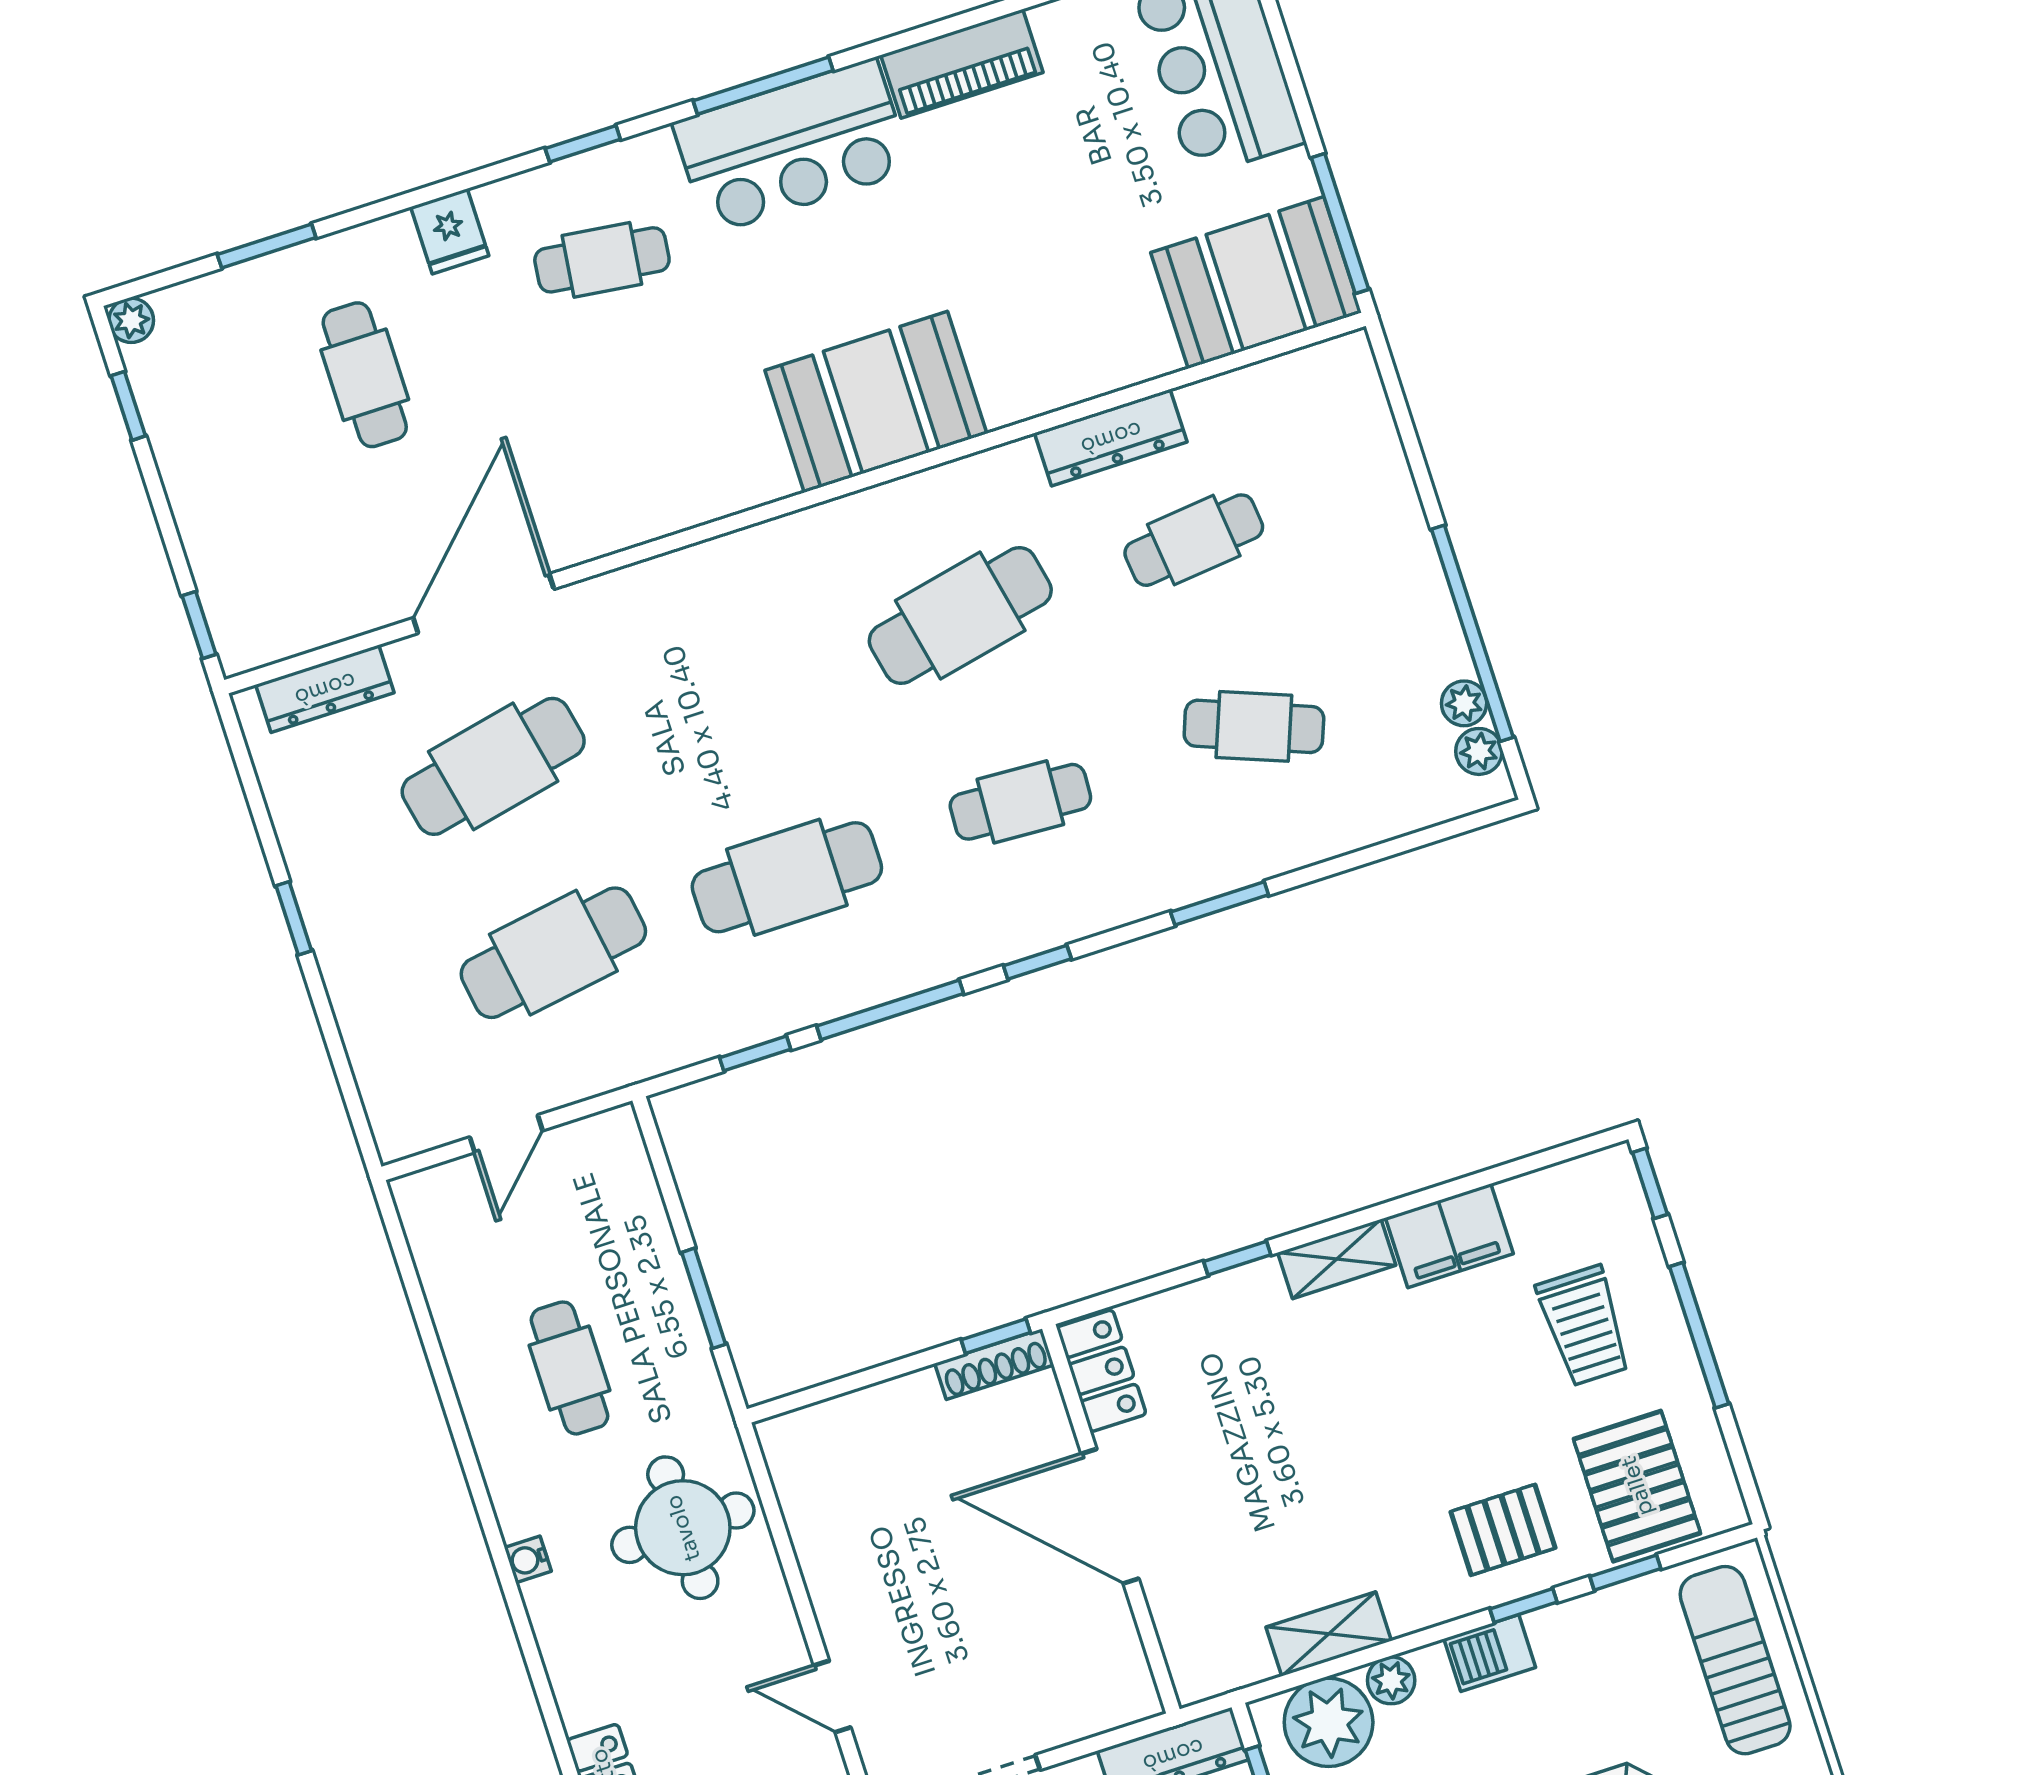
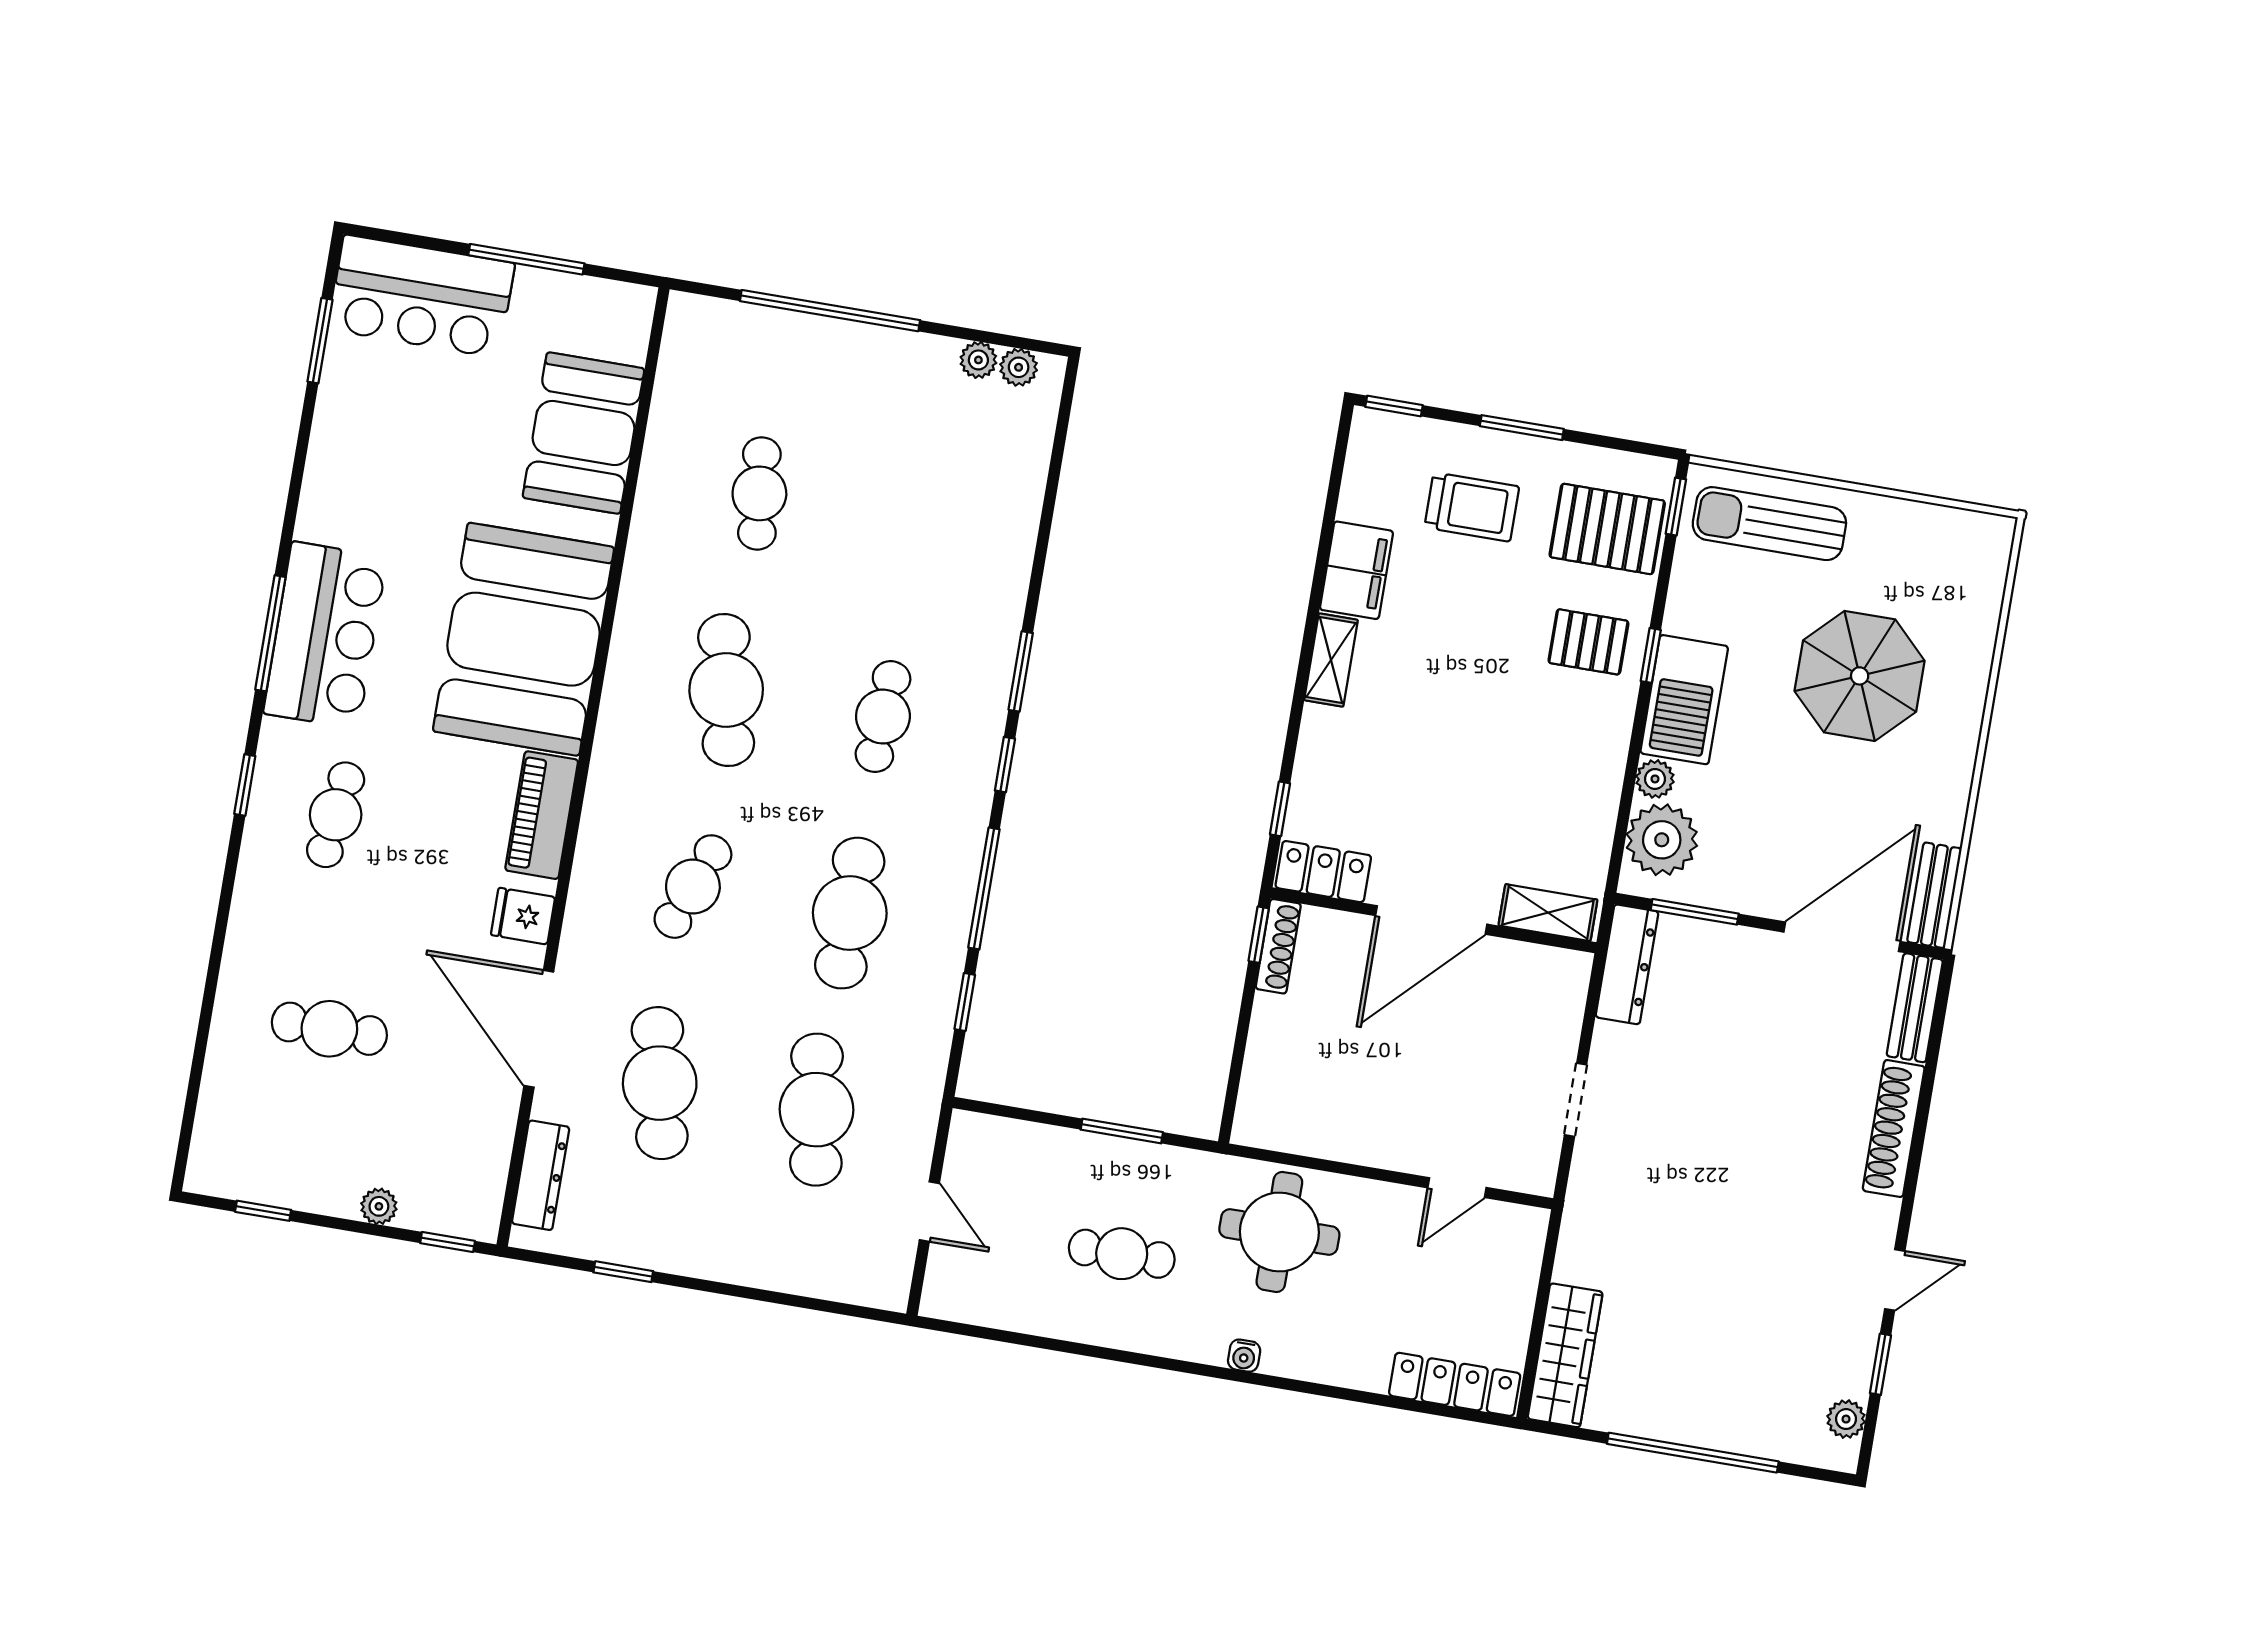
piano: (962, 64) -> (542, 815), moved, turned 180
window: (1340, 224) -> (526, 259), moved
fridge: (450, 231) -> (523, 916), moved, turned 180
window: (267, 246) -> (200, 1051), removed
booth: (1256, 283) -> (583, 433), moved
plant: (131, 320) -> (379, 1206), moved
booth: (876, 402) -> (523, 639), width x1.36, depth x1.42
dresser: (1111, 438) -> (654, 515), removed
window: (1472, 633) -> (830, 311), moved
cafe table: (1254, 726) -> (693, 887), moved
window: (1220, 903) -> (1021, 671), moved
window: (294, 918) -> (623, 1272), moved
window: (1237, 1258) -> (1280, 809), moved
window: (1699, 1335) -> (1522, 428), width x0.69
pallet: (1503, 1530) -> (1588, 642), turned 90
window: (1625, 1573) -> (1676, 507), moved
shelving: (1329, 1634) -> (1548, 913), moved, turned 90
barbecue: (1490, 1653) -> (1684, 700), width x1.88, depth x1.53

